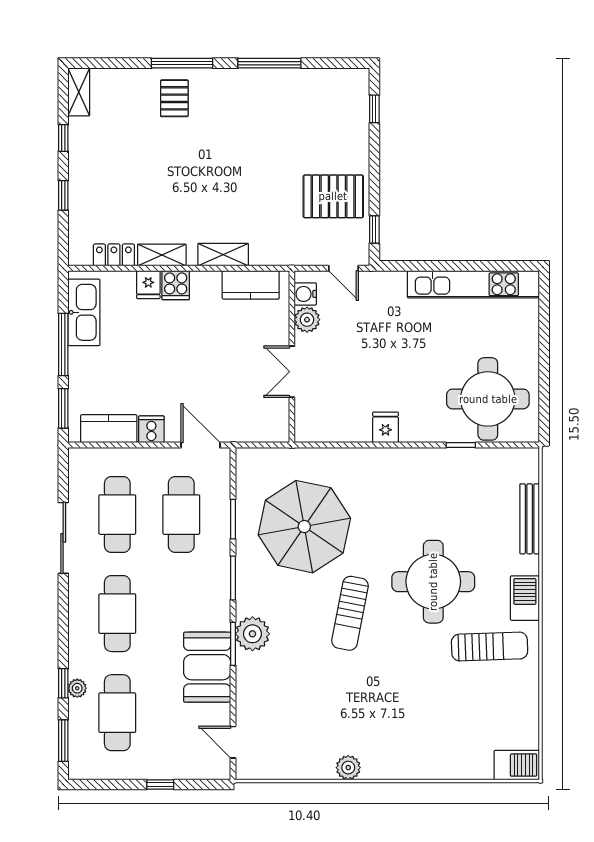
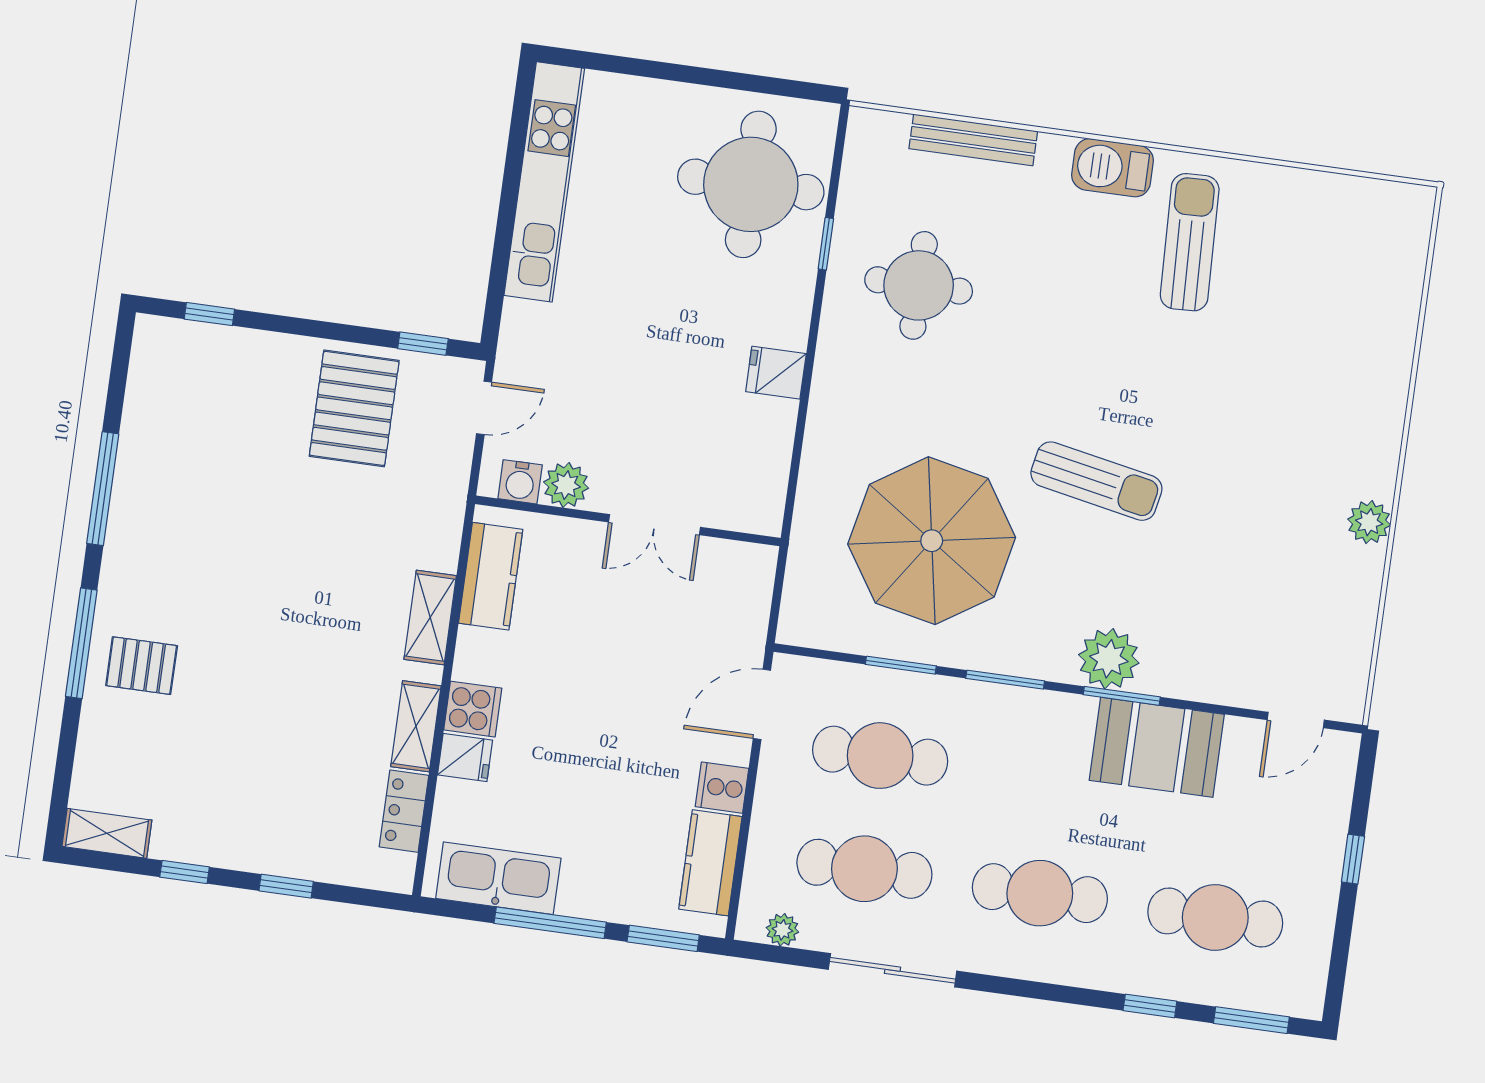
round table: (433, 582) -> (919, 285), moved, width x0.73, depth x0.73
plant: (77, 688) -> (782, 930), moved
barbecue: (517, 765) -> (1406, 223), removed

